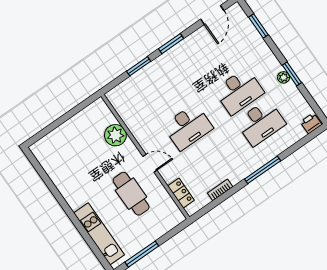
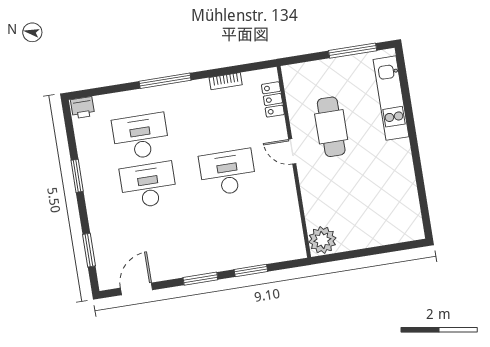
plant: (284, 77) -> (89, 176), removed
plant: (115, 135) -> (322, 240), moved

